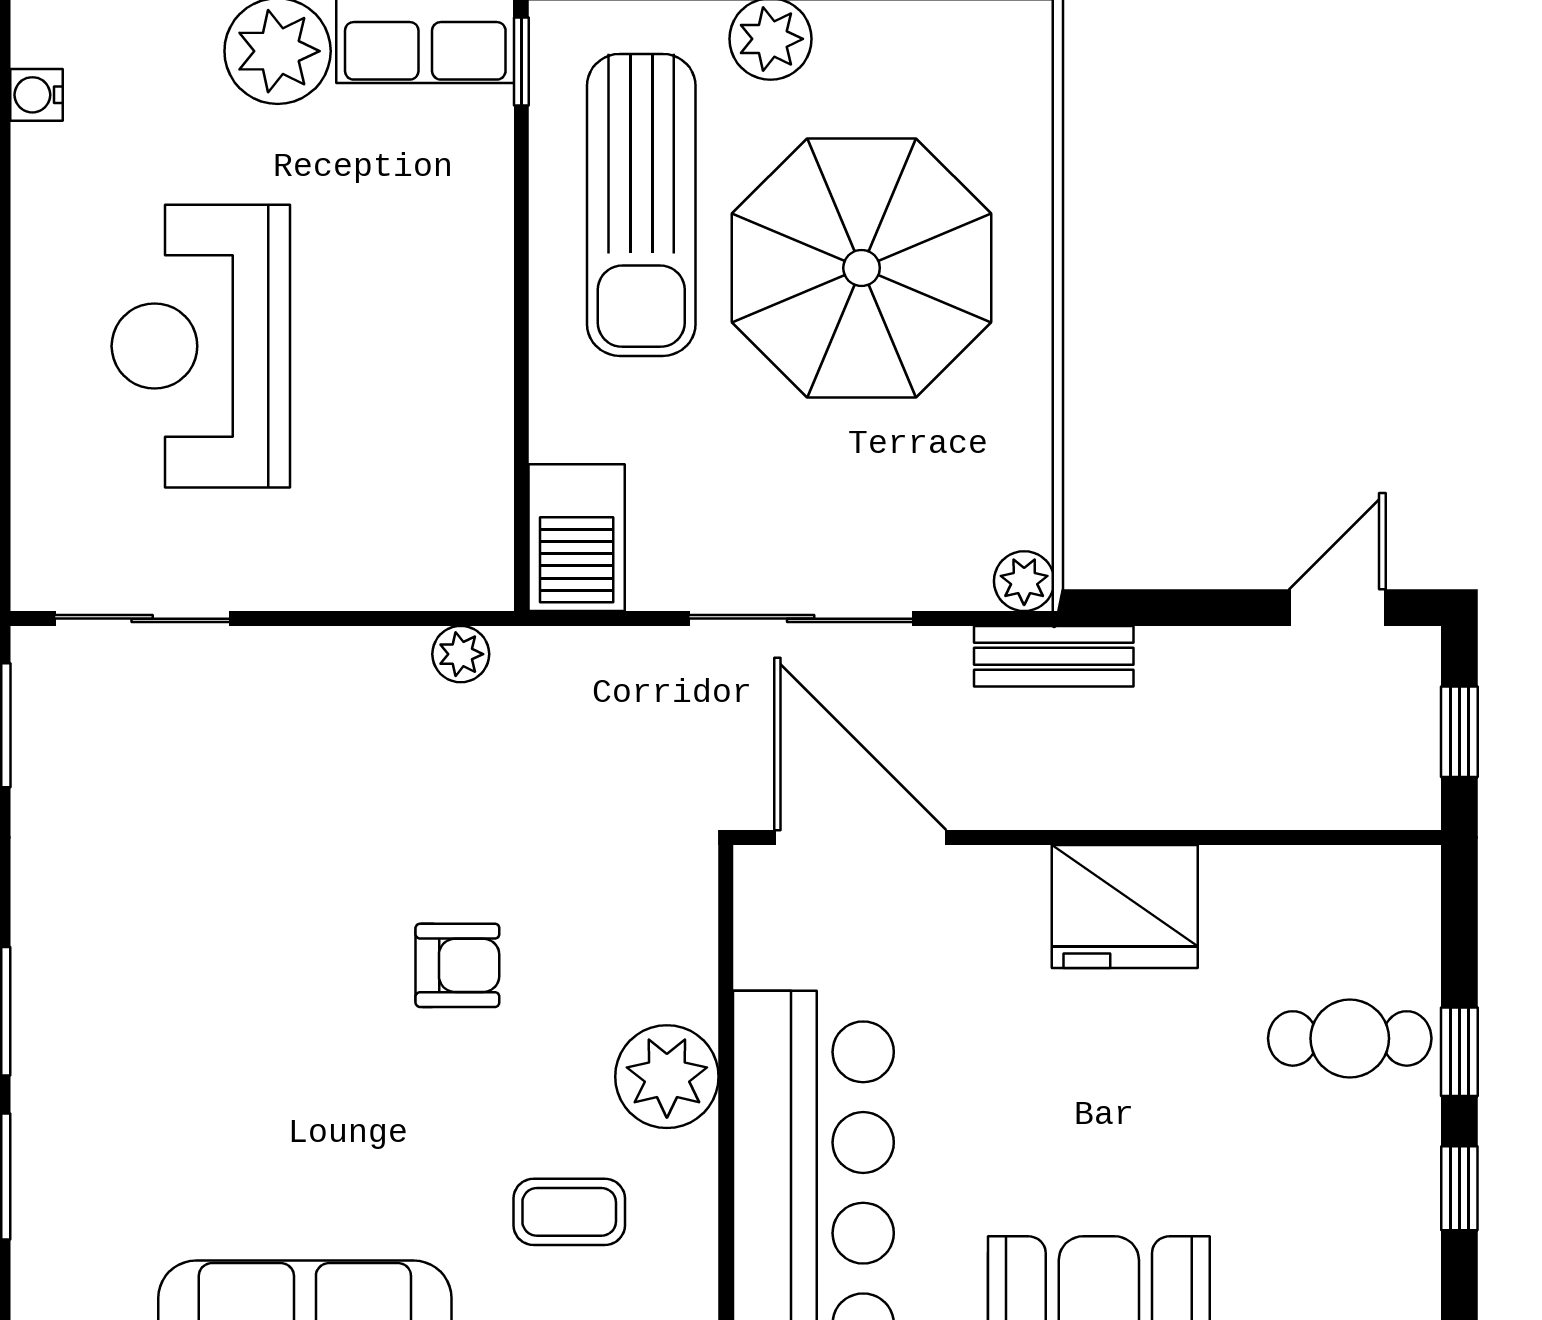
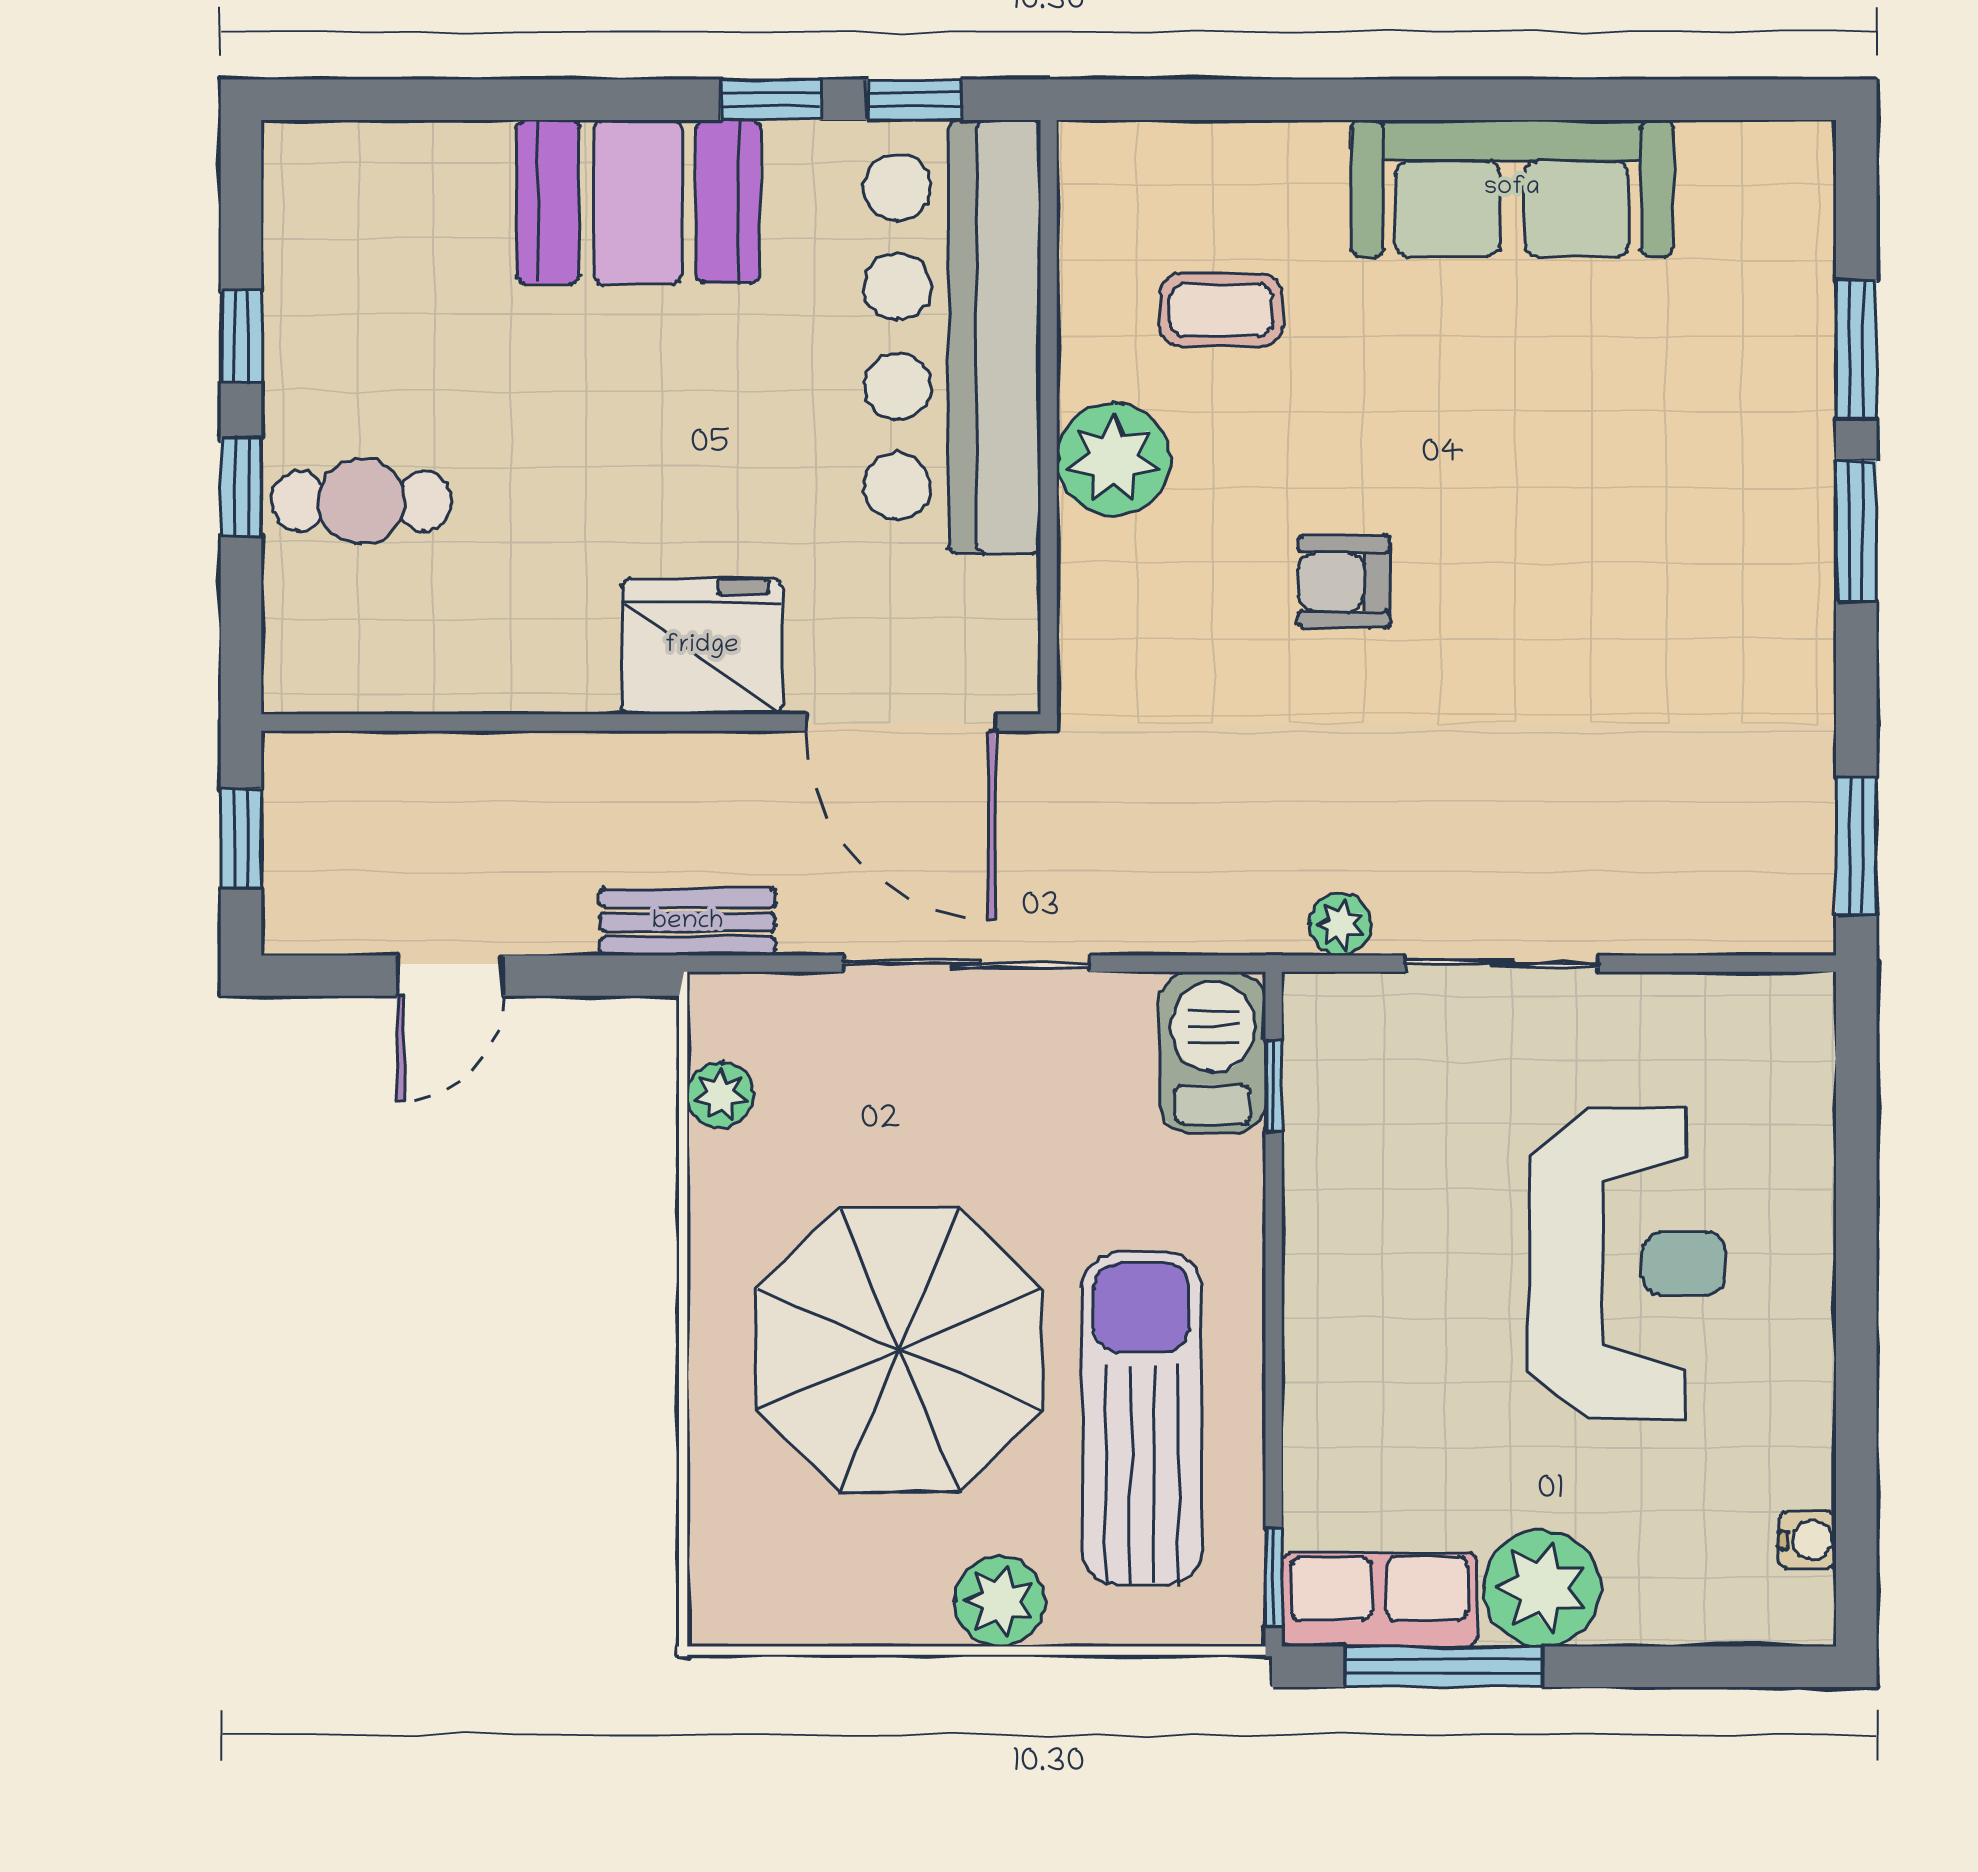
window: (521, 507) -> (1274, 1086), added
plant: (1024, 581) -> (720, 1095), moved
door: (1337, 608) -> (450, 976), moved
sliding door: (142, 619) -> (1502, 964), moved
fridge: (1125, 907) -> (702, 646), moved

